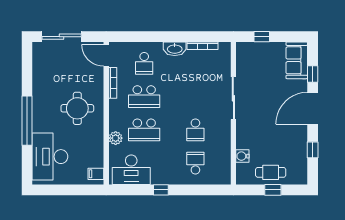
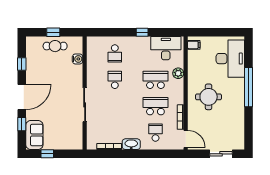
sliding door: (62, 37) -> (221, 154), width x0.73
window: (262, 37) -> (47, 154), moved

